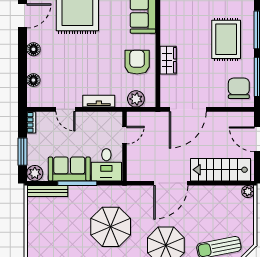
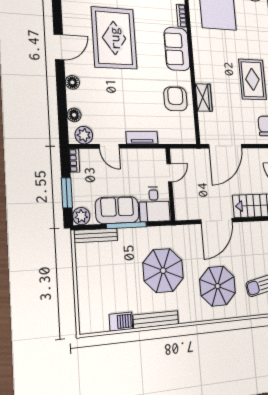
plant: (136, 99) -> (84, 135), moved

